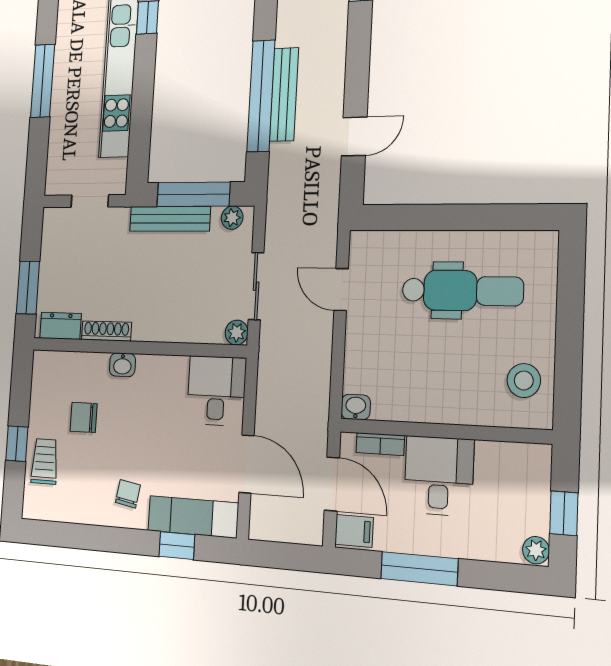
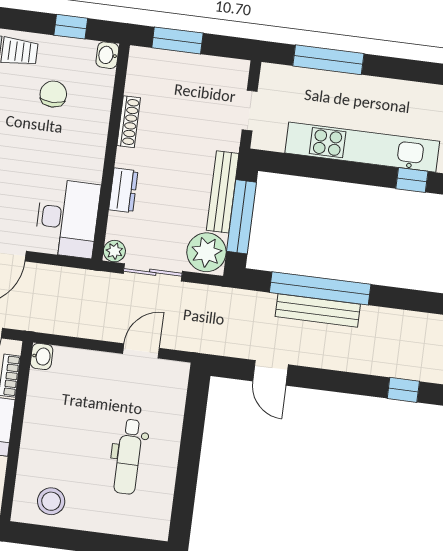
window: (43, 81) -> (328, 60), moved
plant: (232, 218) -> (206, 252), width x1.87, depth x1.87
dental chair: (462, 291) -> (128, 457), width x0.73, depth x0.72
dresser: (61, 326) -> (123, 190), moved
washbasin: (122, 365) -> (107, 55), moved
desk: (216, 391) -> (67, 218), width x1.37
window: (17, 444) -> (71, 27), moved

